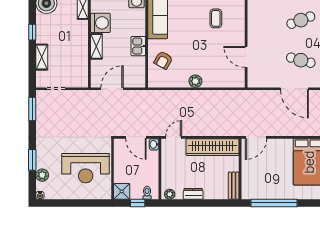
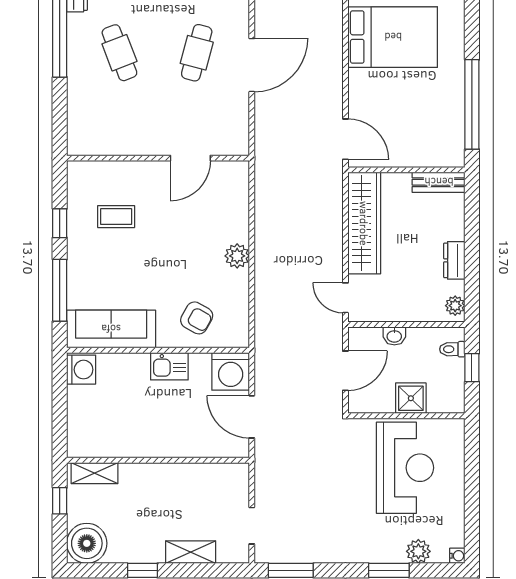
washing machine: (100, 23) -> (231, 371), moved, turned 180
shelving: (96, 46) -> (170, 447), removed
washbasin: (154, 144) -> (394, 336), moved
shower: (122, 191) -> (411, 398), moved

